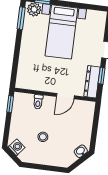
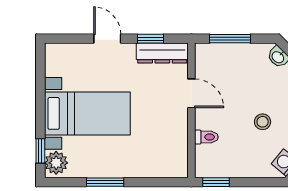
window: (21, 18) -> (105, 182), moved
window: (95, 124) -> (230, 39), added

